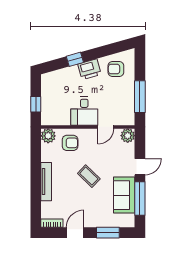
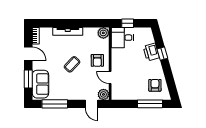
printer: (89, 69) -> (151, 52), moved
window: (140, 97) -> (150, 104), moved
desk: (84, 111) -> (122, 38), moved
armchair: (70, 143) -> (97, 60), moved
door: (140, 167) -> (92, 104), moved
sofa: (124, 195) -> (40, 84), moved, turned 90

